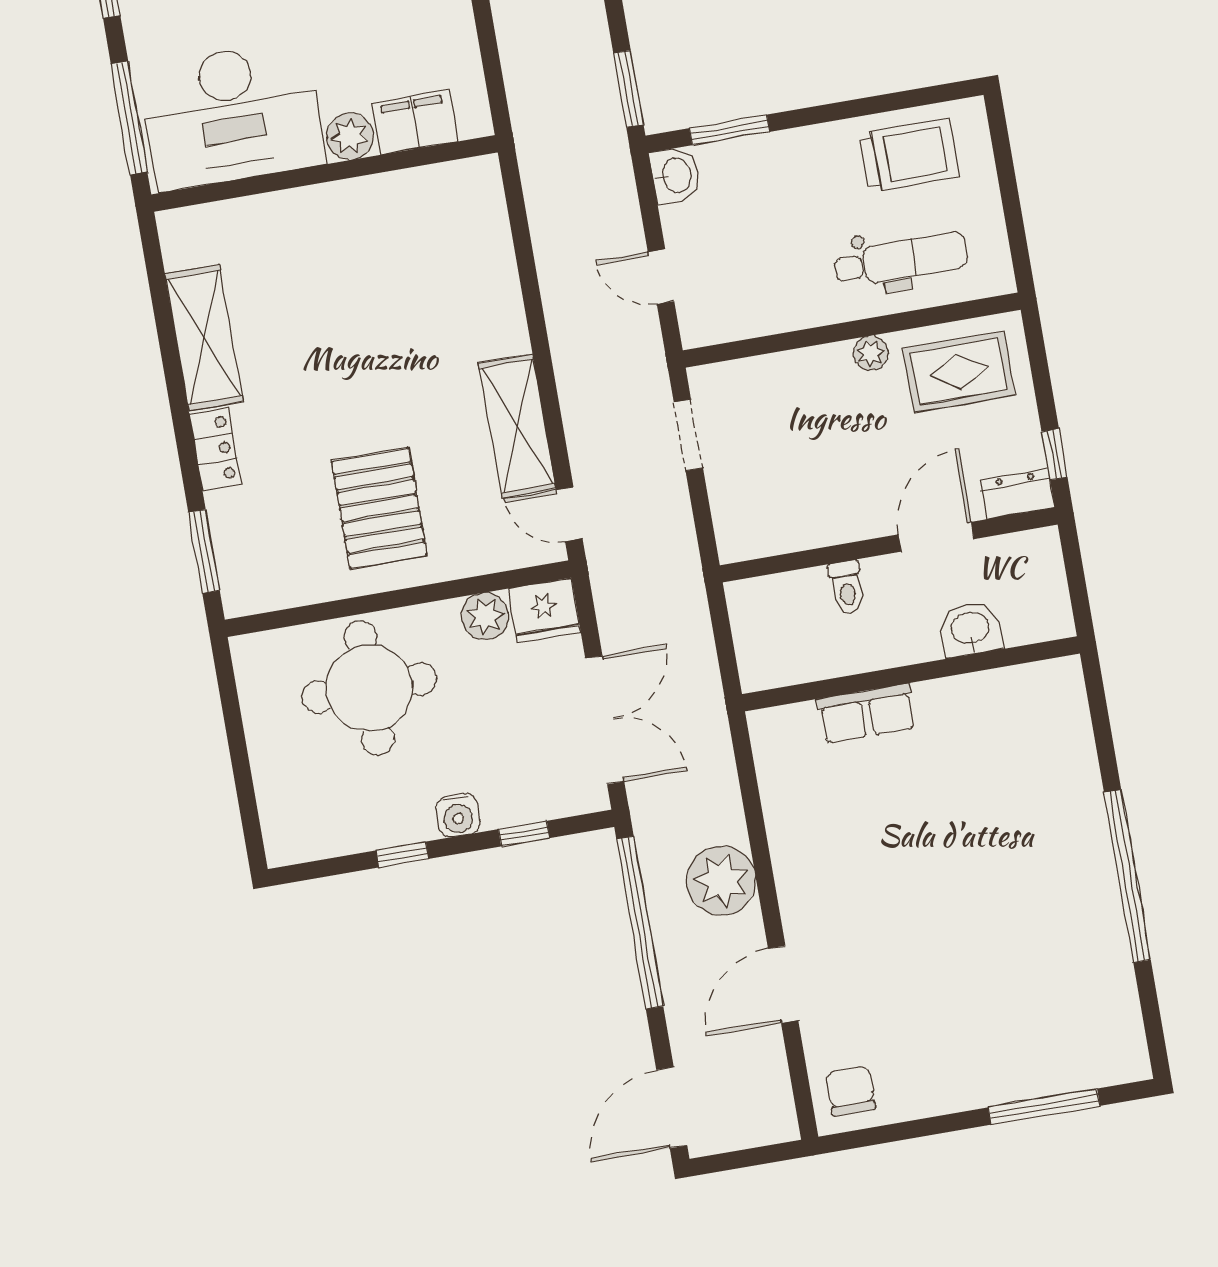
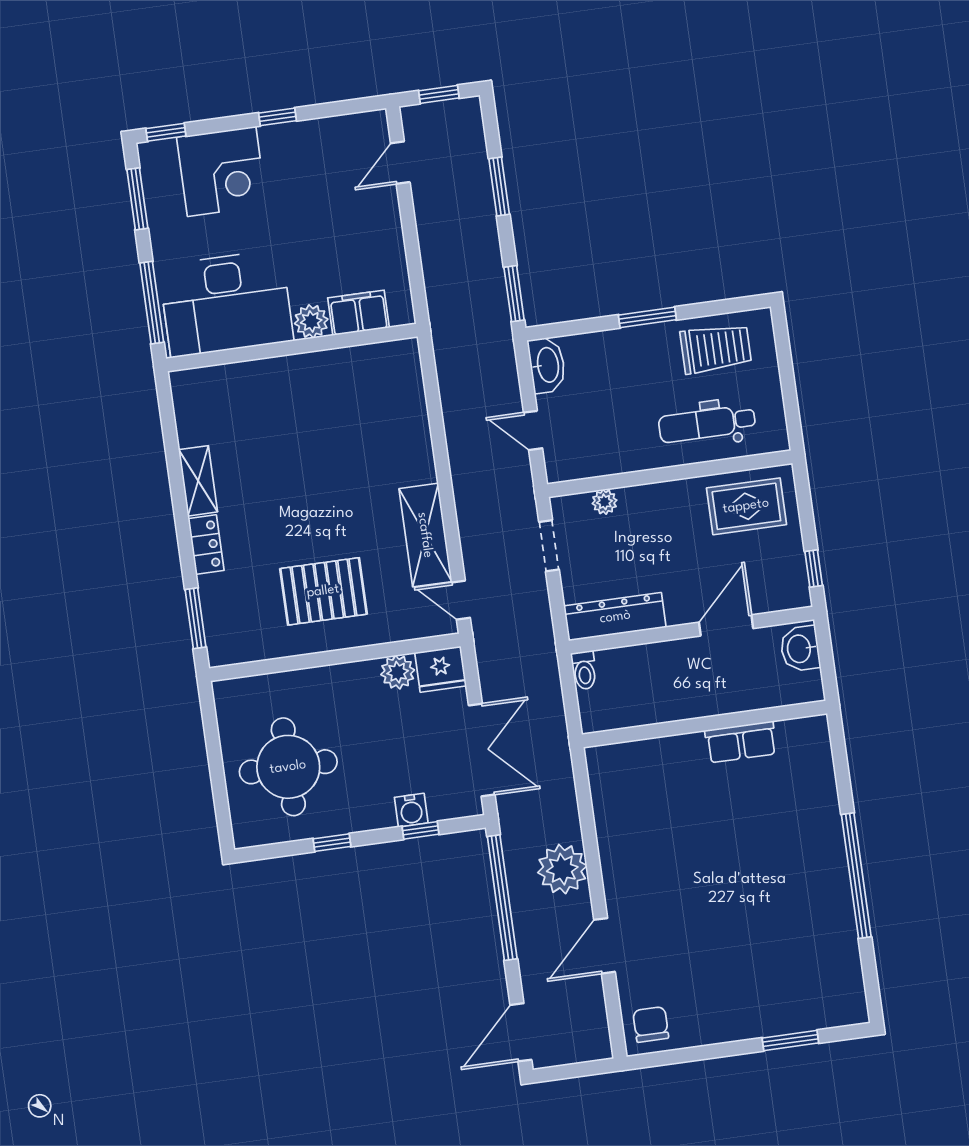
window: (729, 130) -> (647, 317), moved
washbasin: (675, 176) -> (547, 365), width x1.38
dental chair: (901, 259) -> (707, 424), turned 180
shelving: (204, 338) -> (198, 481), width x0.67, depth x0.75
plant: (871, 353) -> (604, 502), moved
dresser: (1017, 494) -> (615, 617), moved, width x1.96, depth x1.24
pallet: (379, 508) -> (323, 591), turned 90
toilet: (847, 587) -> (584, 670), moved
washbasin: (970, 629) -> (800, 649), moved, turned -90
round table: (369, 688) -> (288, 767), moved
row of seats: (867, 714) -> (741, 742), moved
water cooler: (458, 815) -> (411, 810), moved
window: (1044, 1107) -> (790, 1040), width x0.69

